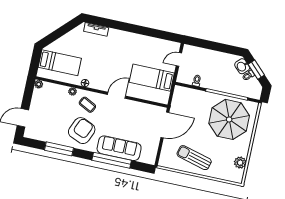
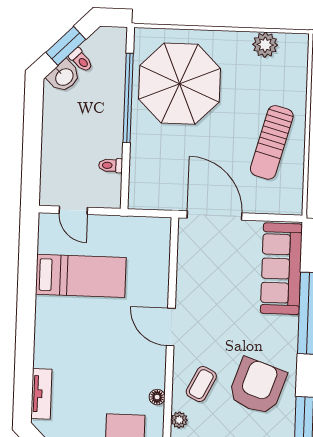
bed: (152, 78) -> (81, 276), moved, turned -90
armchair: (82, 131) -> (257, 386), turned 86
sofa: (119, 148) -> (281, 269), moved

